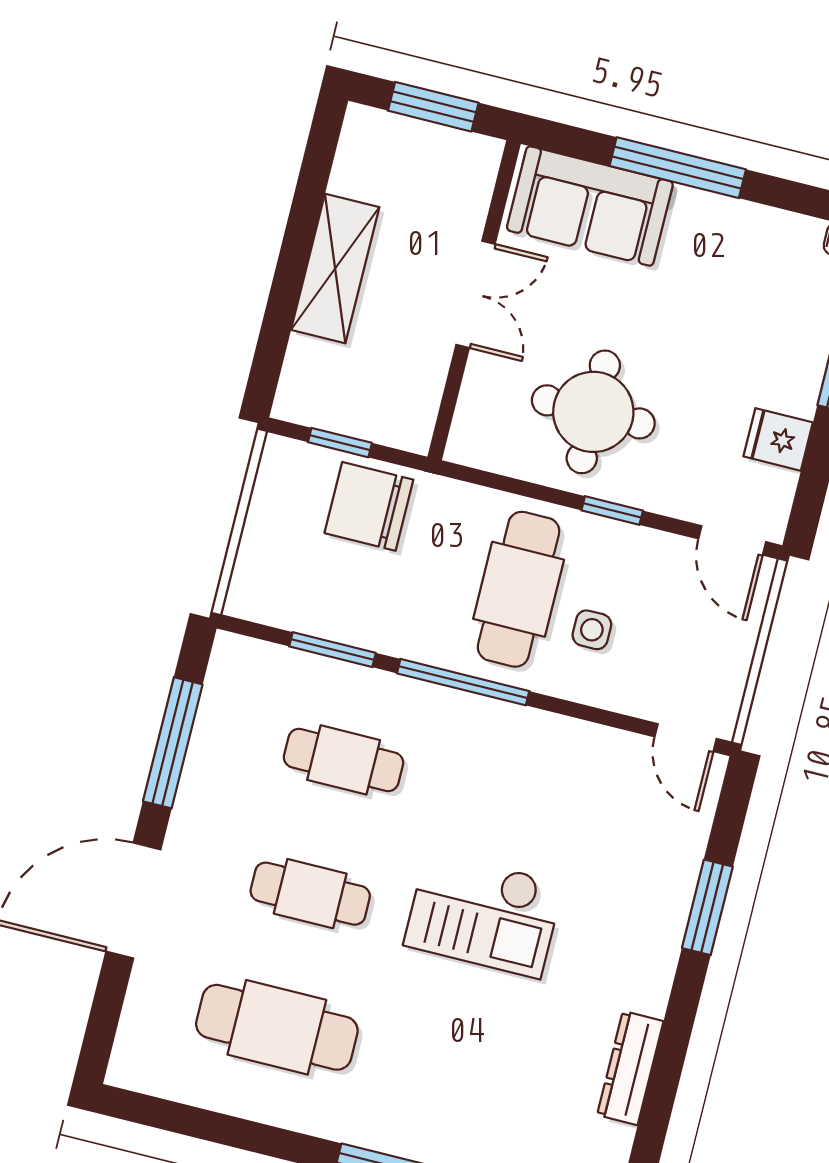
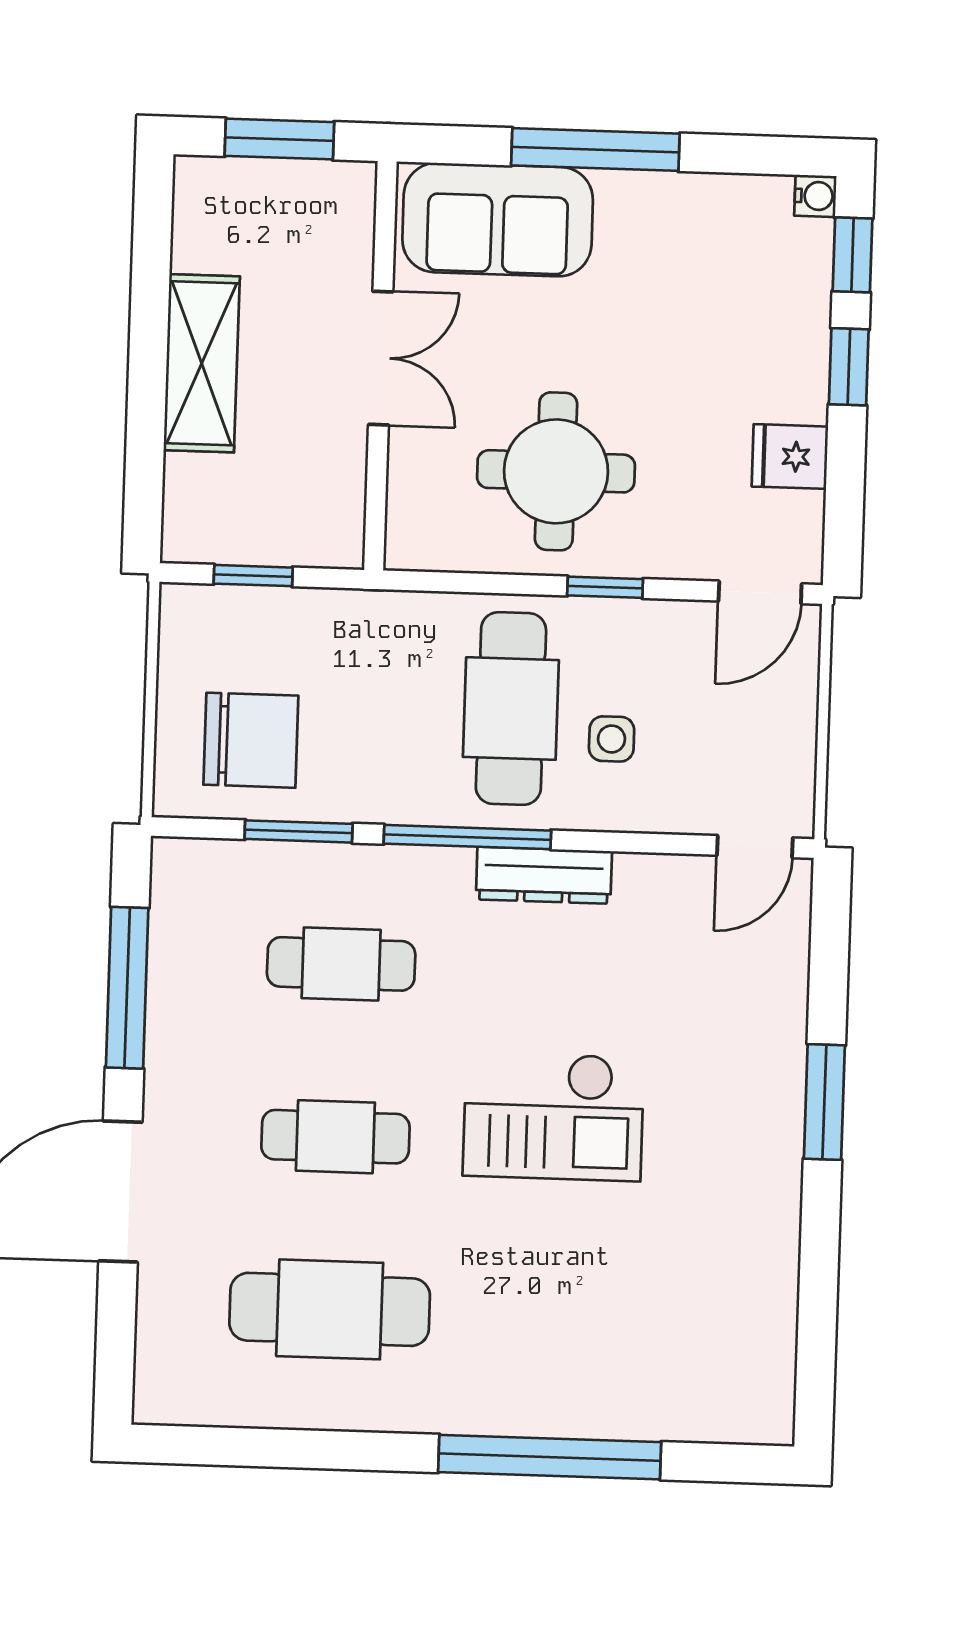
chair: (369, 506) -> (251, 740), moved, turned 180
door: (732, 540) -> (760, 592), hinge flipped
door: (686, 738) -> (755, 847), hinge flipped
window: (707, 907) -> (824, 1102), moved
dresser: (630, 1068) -> (544, 875), moved, turned -90

